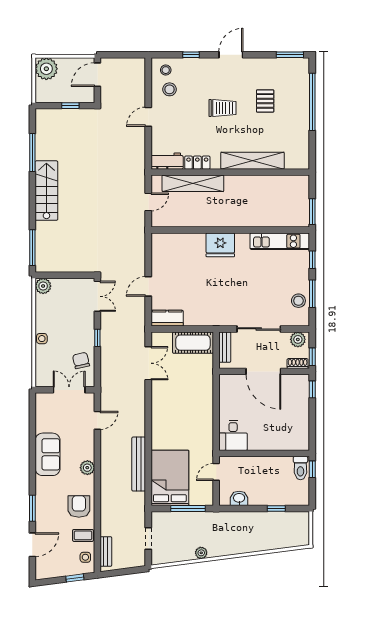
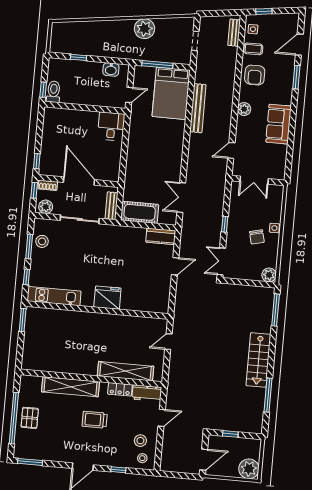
pallet: (265, 101) -> (30, 418), moved
workbench: (167, 161) -> (147, 393), moved
shelving: (252, 161) -> (70, 387), moved
locker: (197, 163) -> (120, 389), moved
wall: (230, 172) -> (91, 378), moved
shelving: (193, 183) -> (125, 371), moved
chair: (81, 360) -> (257, 237), moved
plant: (201, 553) -> (145, 29), width x1.87, depth x1.87

